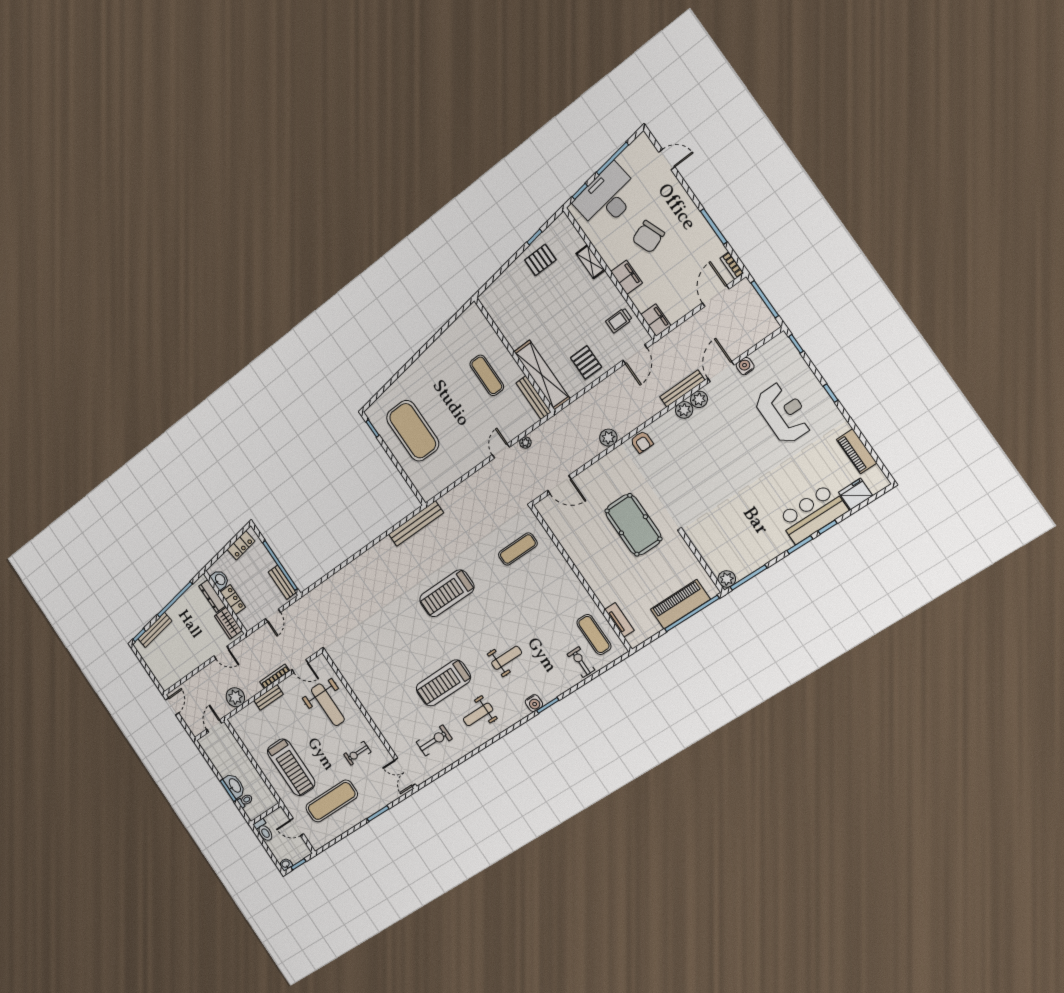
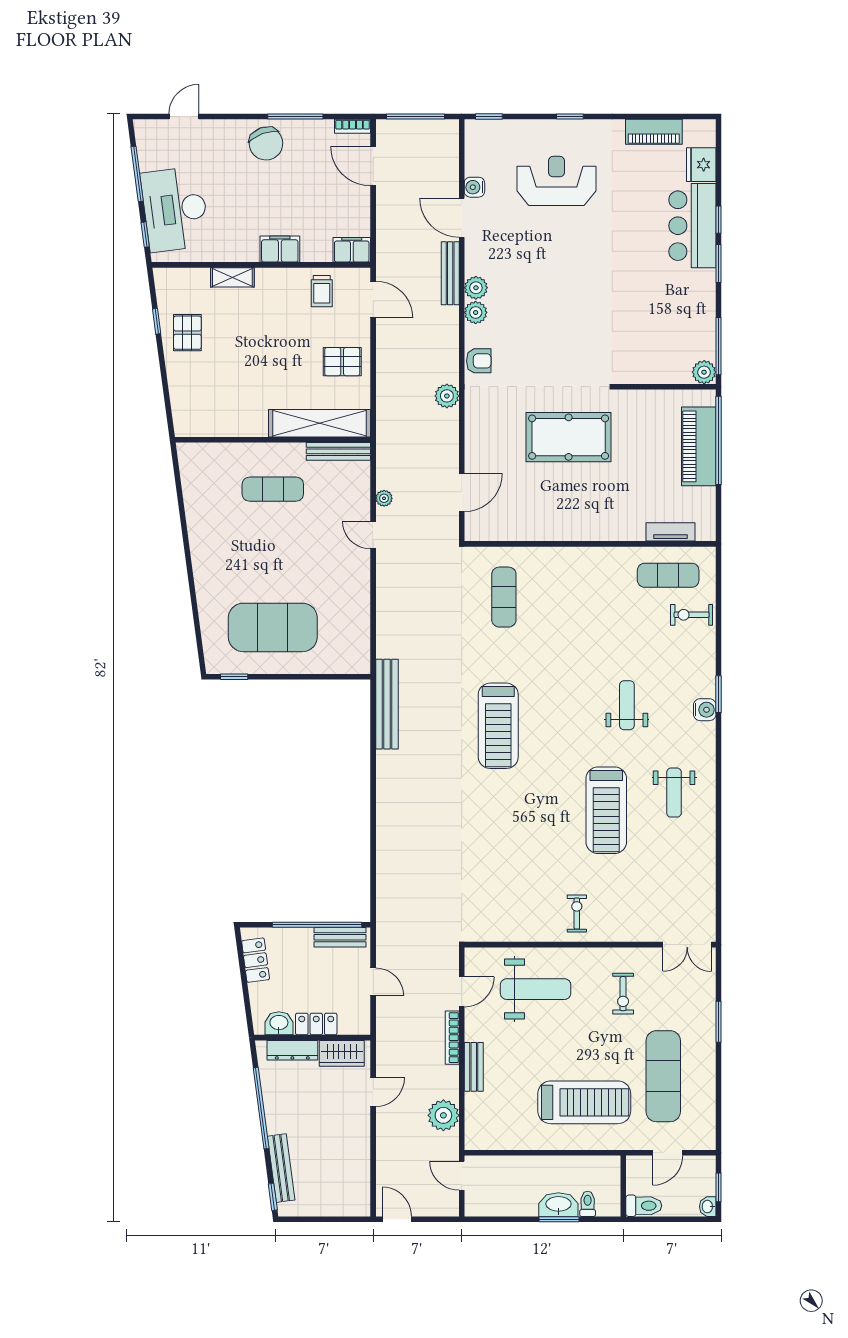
chair: (648, 237) -> (266, 144), moved
plant: (699, 399) -> (476, 312), moved
exercise bike: (434, 740) -> (577, 914), moved, width x0.73, depth x0.72

